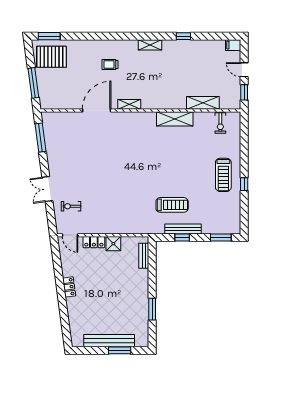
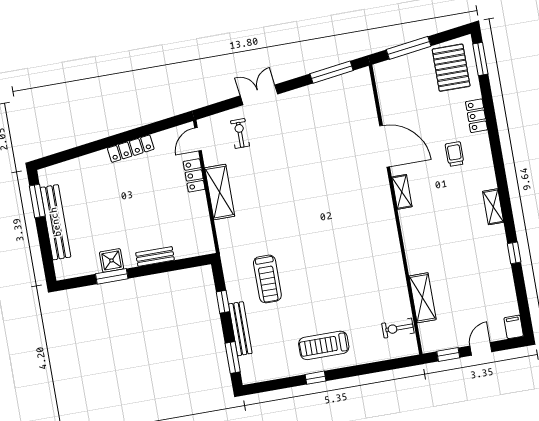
locker: (87, 45) -> (476, 116), added
shelving: (175, 119) -> (220, 192), moved
bench: (183, 229) -> (240, 329), moved
shower: (113, 244) -> (111, 260), moved
bench: (144, 256) -> (155, 256), moved
locker: (69, 287) -> (131, 149), width x1.53
window: (120, 350) -> (37, 201), moved

